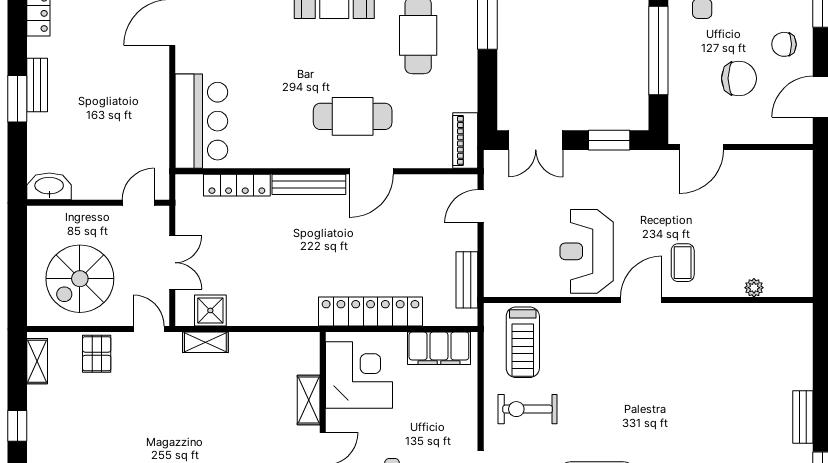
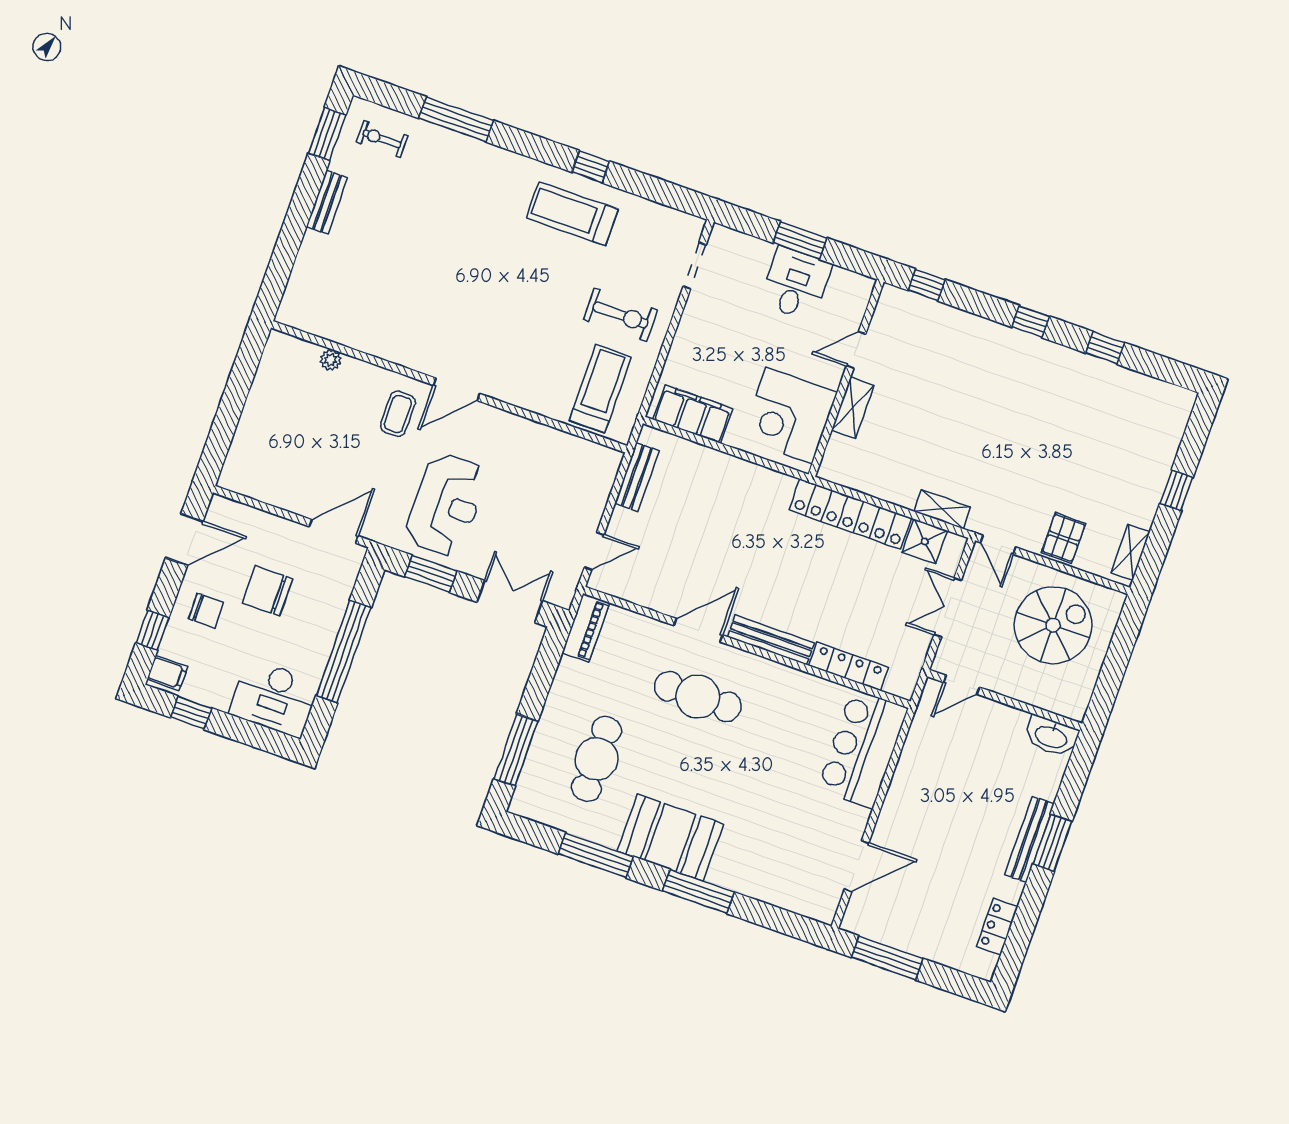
bench: (37, 85) -> (1029, 839), width x1.36
reception desk: (587, 251) -> (446, 505), moved
locker: (371, 312) -> (850, 514), moved

